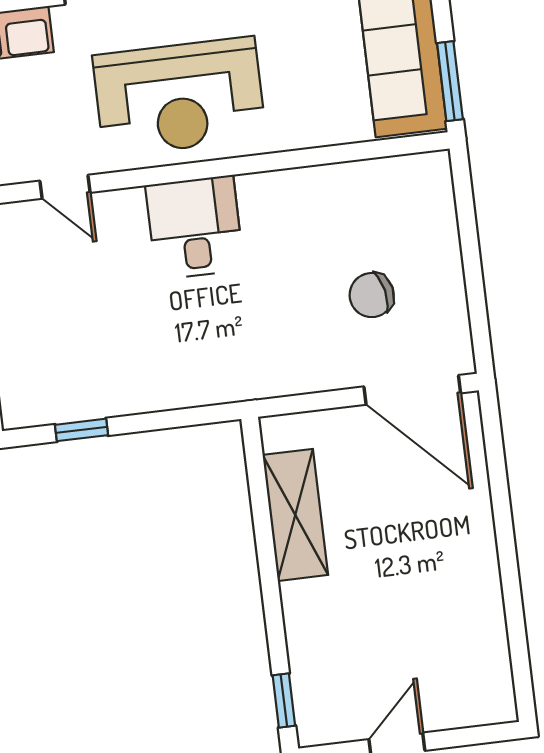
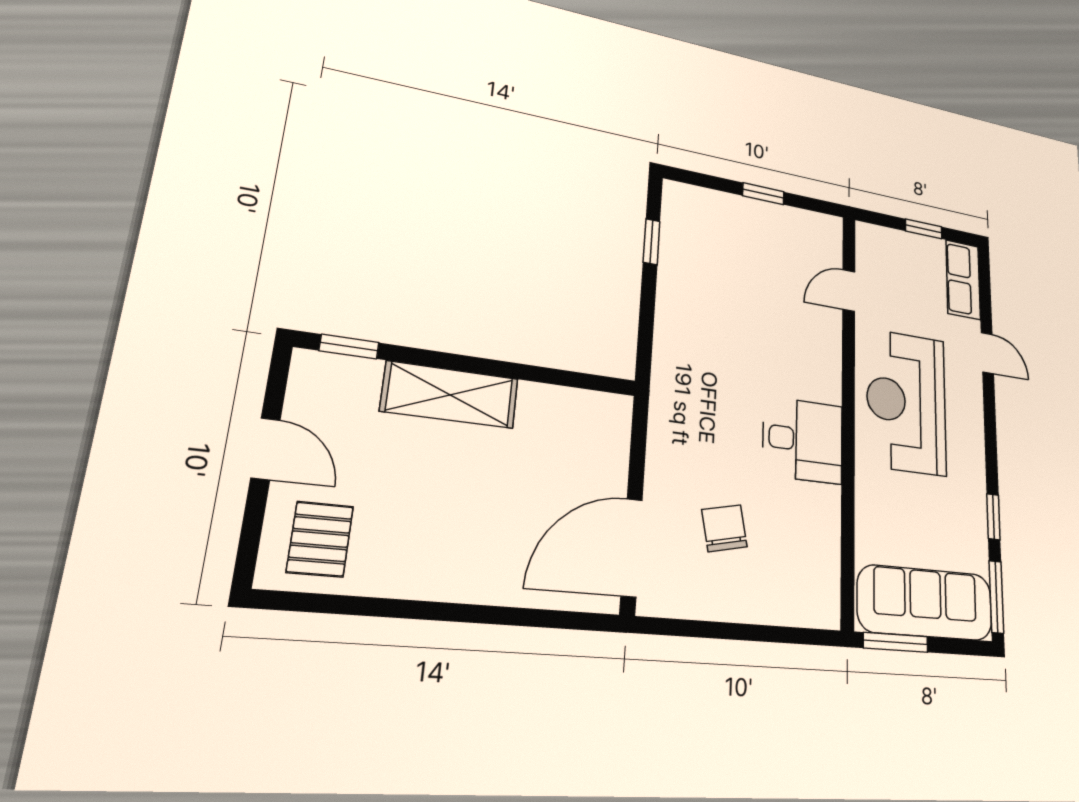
desk: (195, 228) -> (803, 440), moved
shelving: (295, 515) -> (450, 395), moved
pallet: (466, 678) -> (320, 539), added

